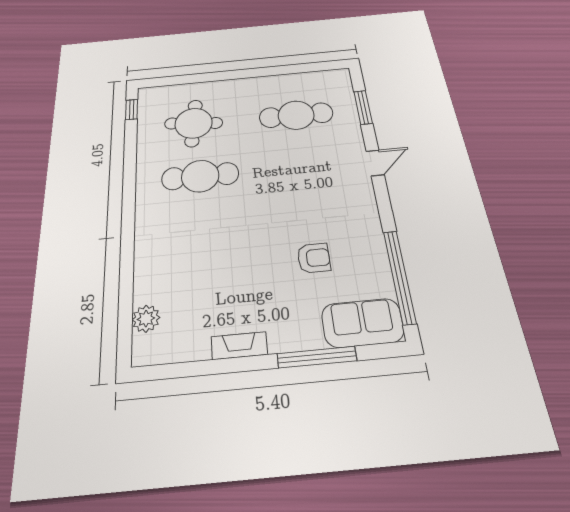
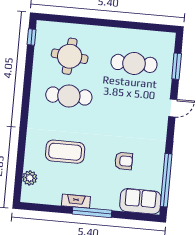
coffee table: (206, 262) -> (65, 152), added
window: (317, 357) -> (92, 212), moved

